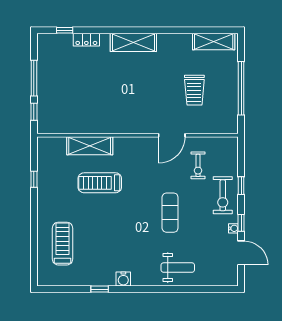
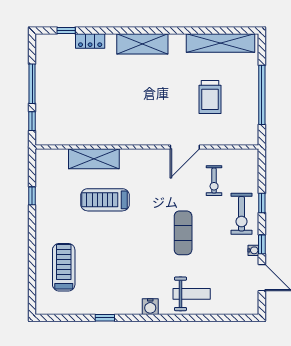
shelving: (214, 41) -> (220, 43), width x1.47
water cooler: (123, 279) -> (150, 307), moved

